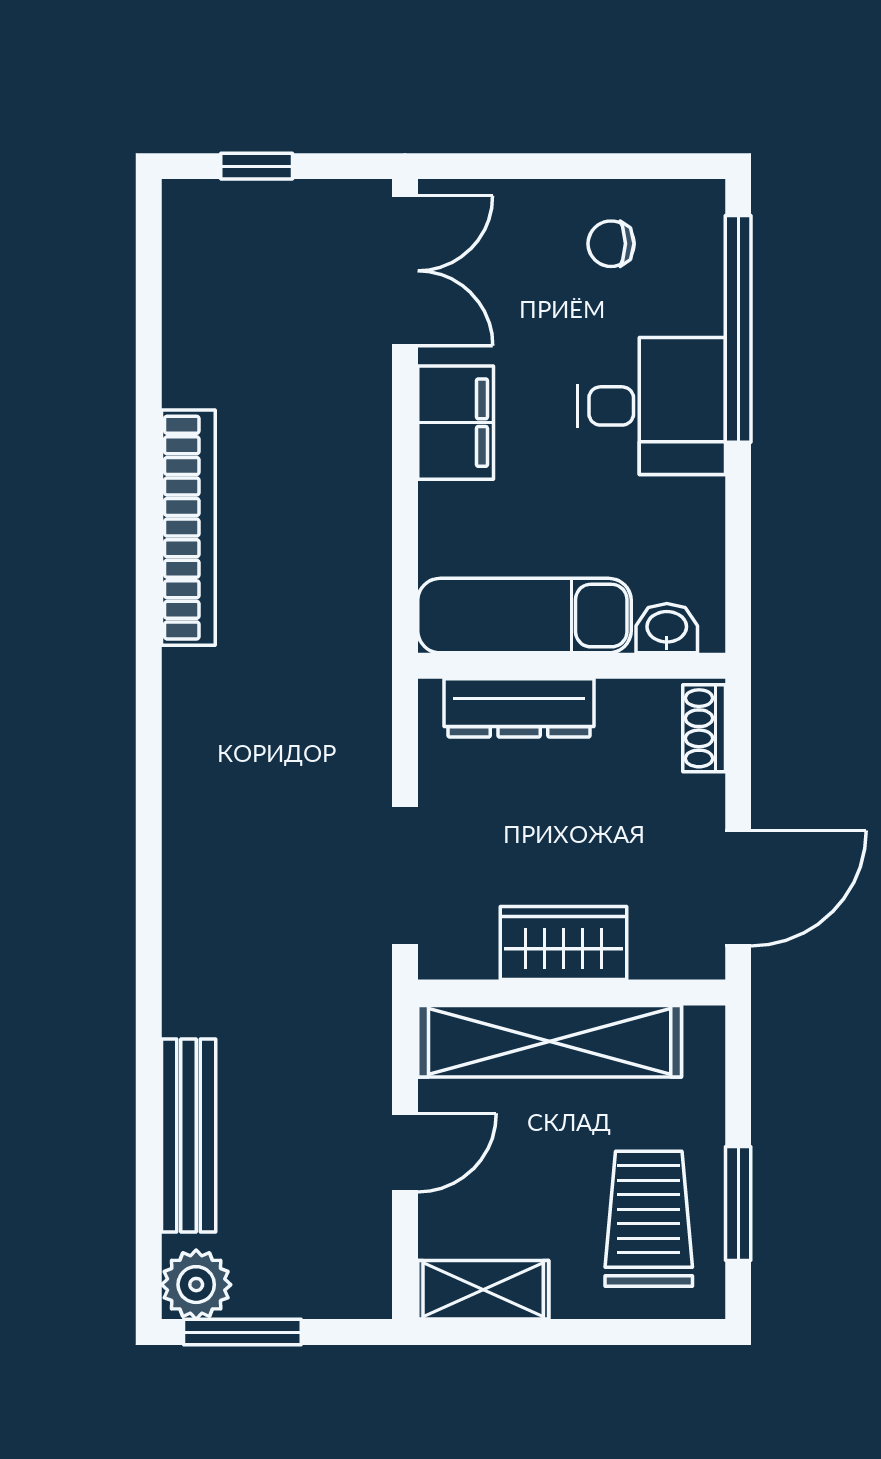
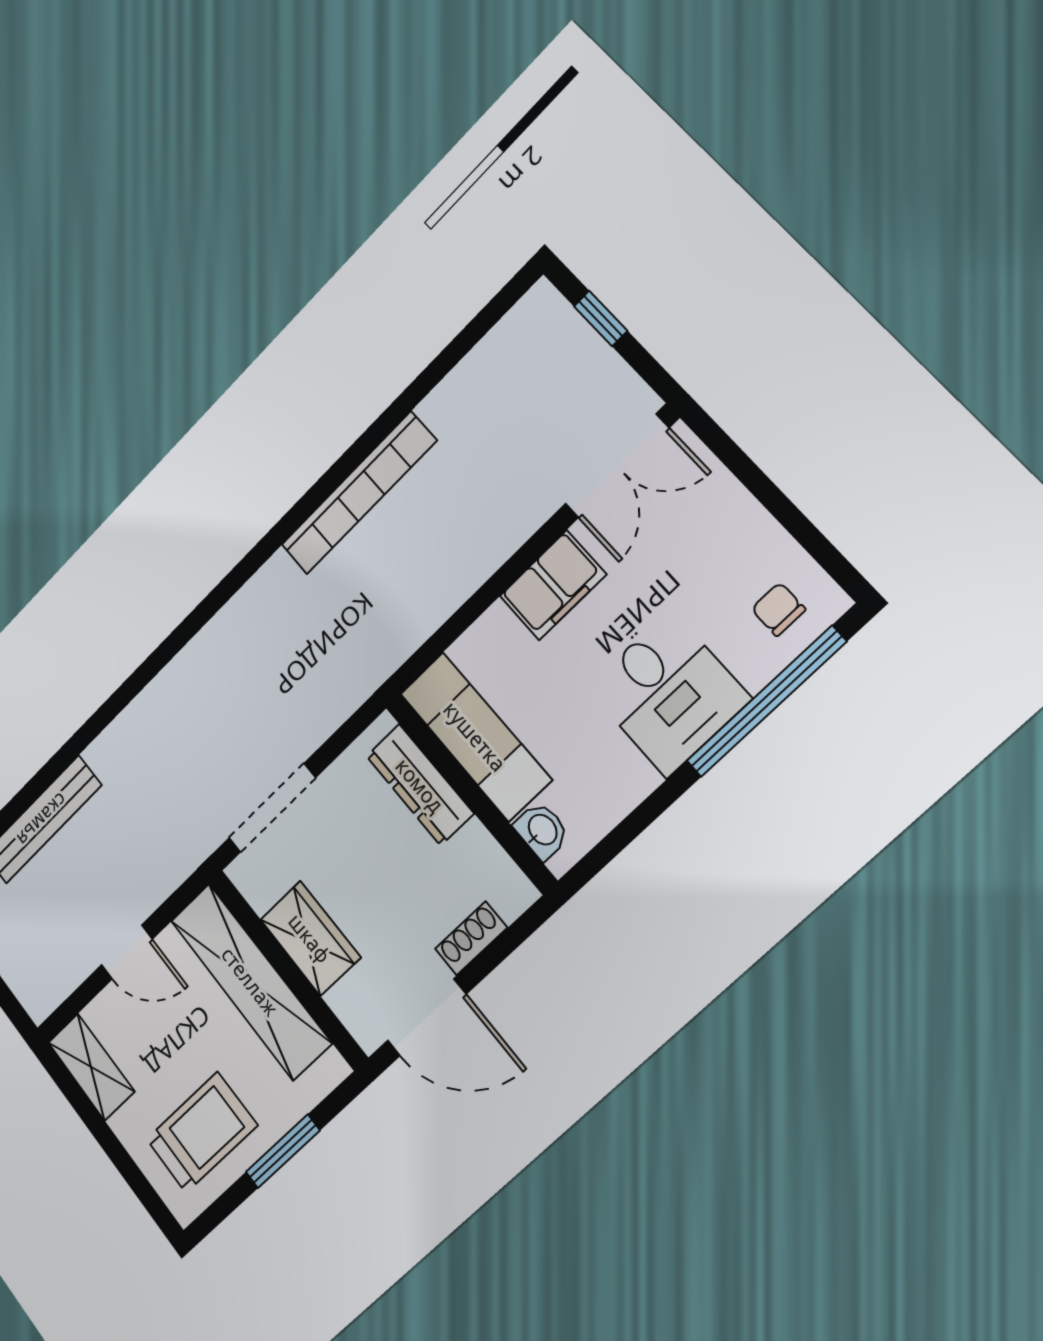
chair: (611, 244) -> (778, 609), moved
shoe rack: (704, 728) -> (471, 938), moved
window: (738, 1204) -> (283, 1151), moved

